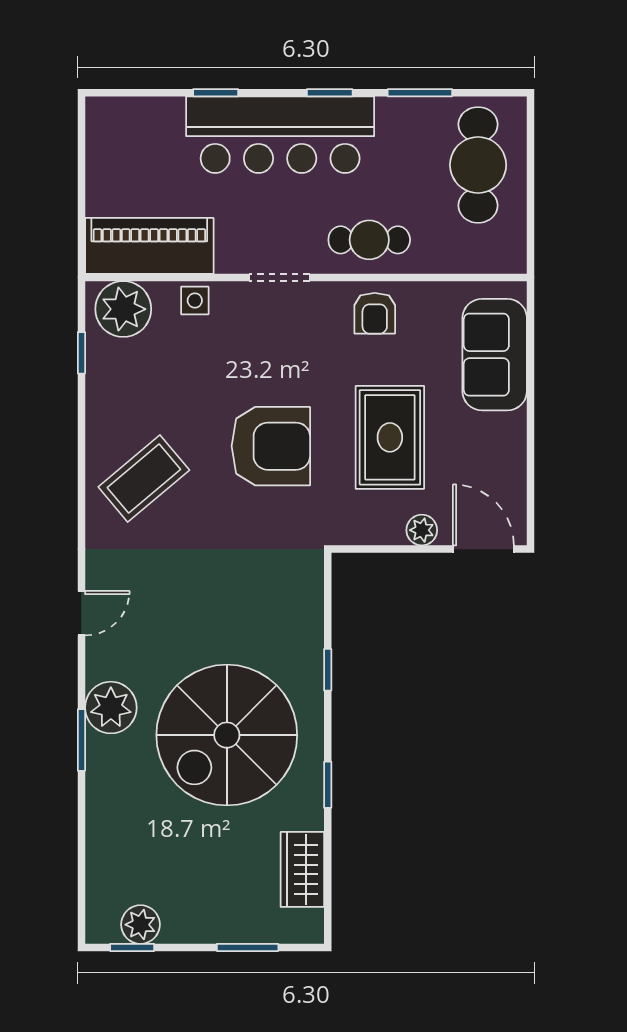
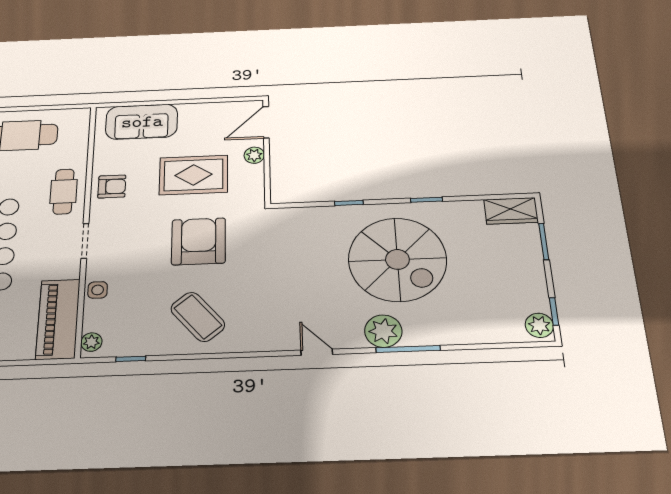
plant: (123, 309) -> (91, 342), width x0.53, depth x0.53
coffee table: (144, 478) -> (198, 317), moved
window: (81, 740) -> (408, 349), width x1.44
wardrobe: (302, 869) -> (511, 211), moved
plant: (140, 925) -> (539, 325), moved

